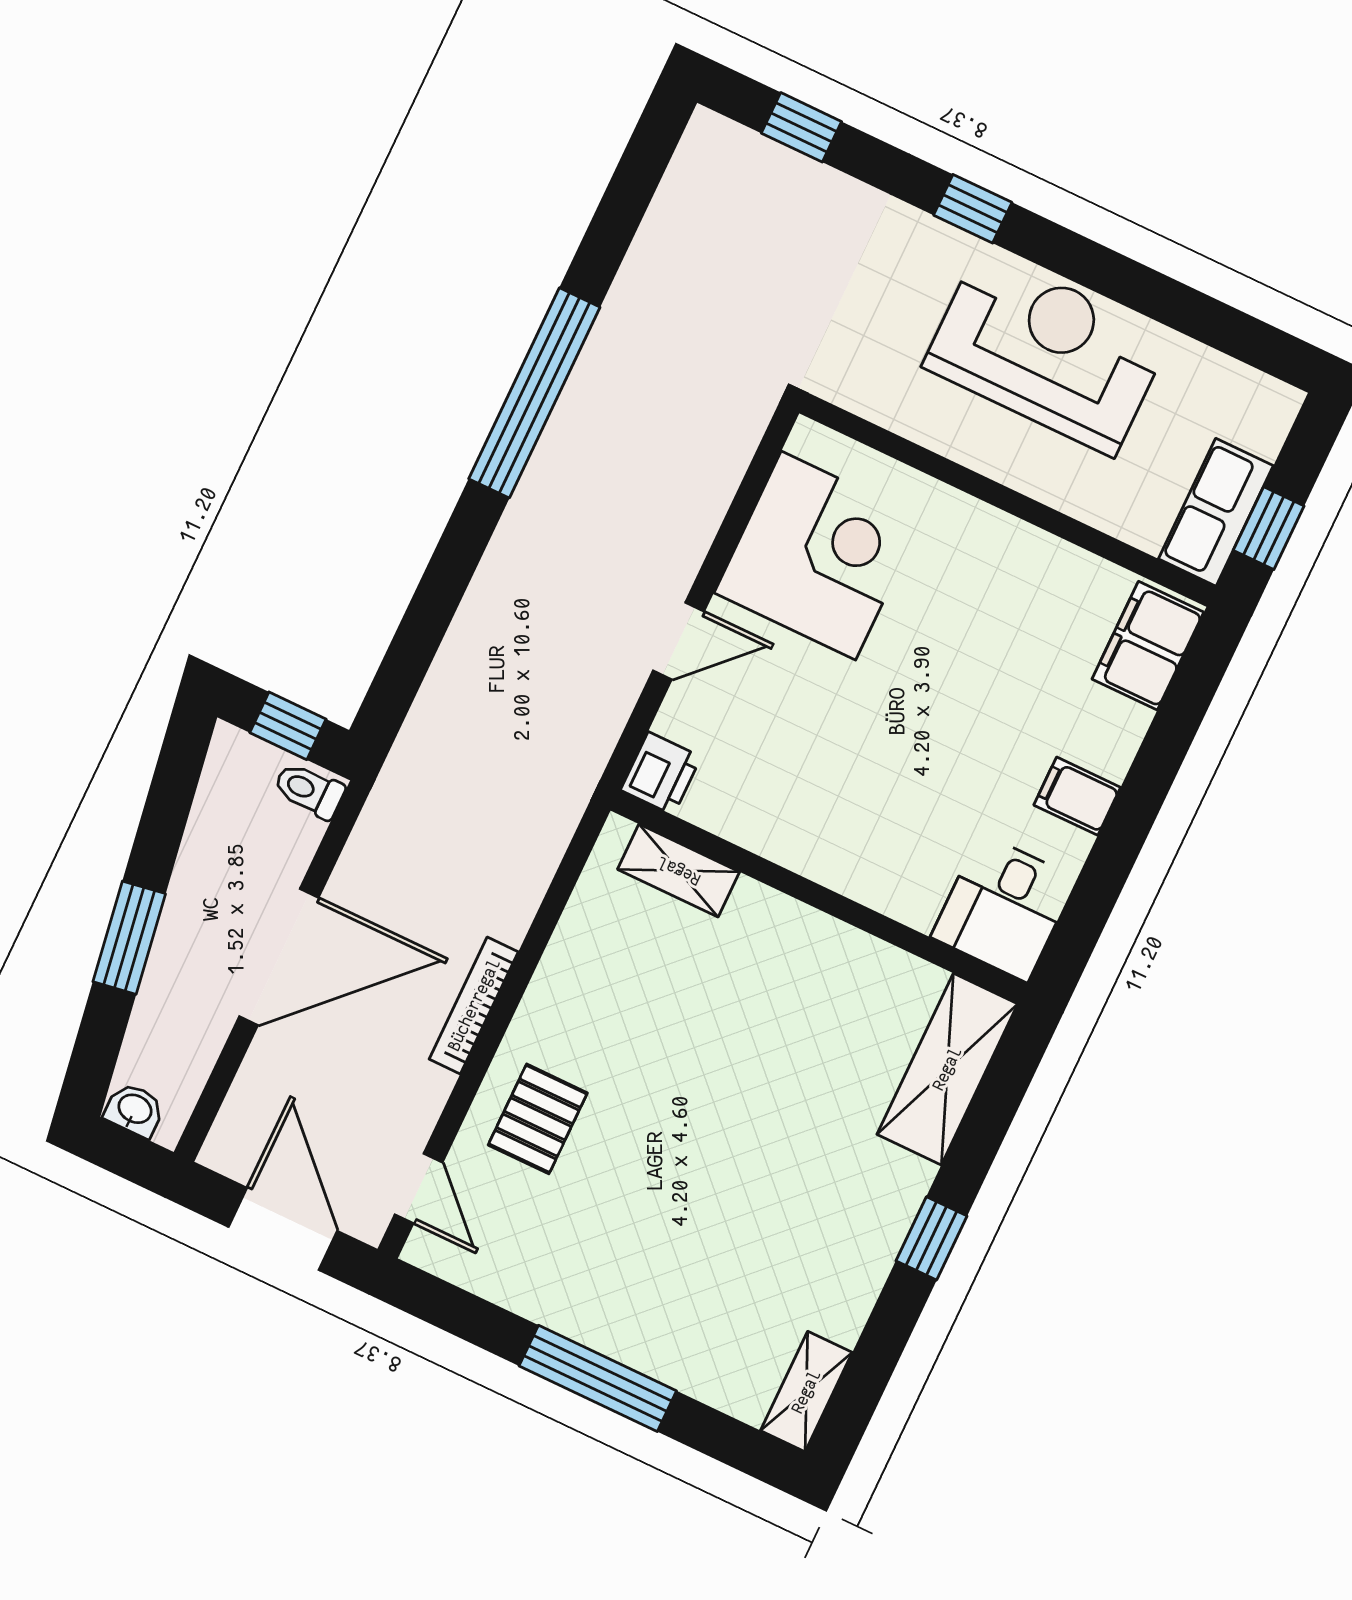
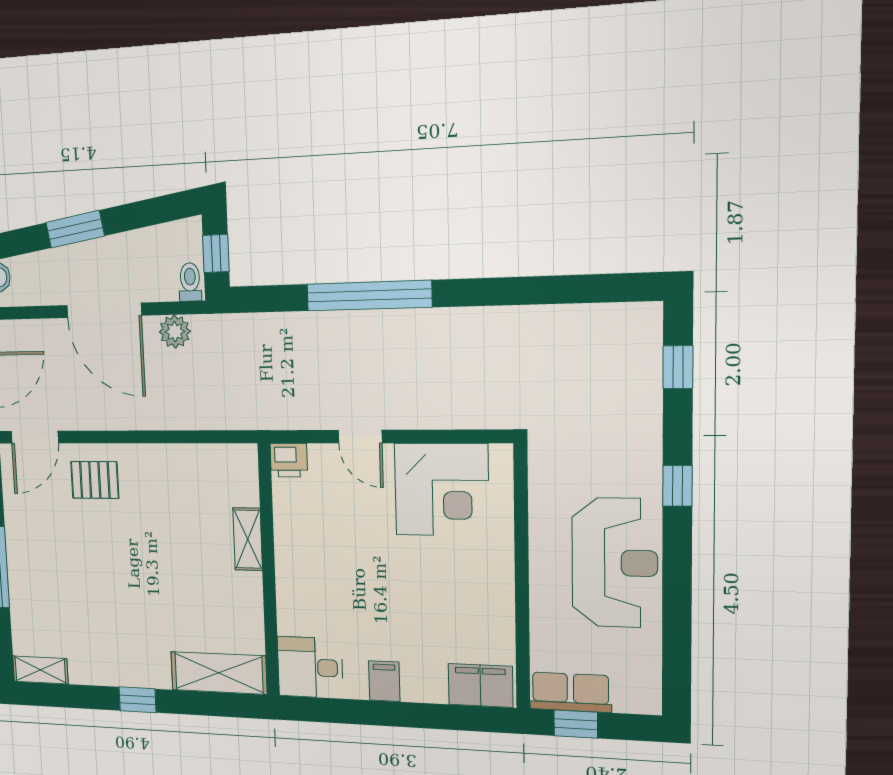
window: (534, 393) -> (369, 296), moved
plant: (372, 856) -> (175, 332), added
shelving: (679, 871) -> (248, 539), moved
bookcase: (474, 1005) -> (130, 421), removed
door: (419, 1188) -> (35, 437), width x1.38

